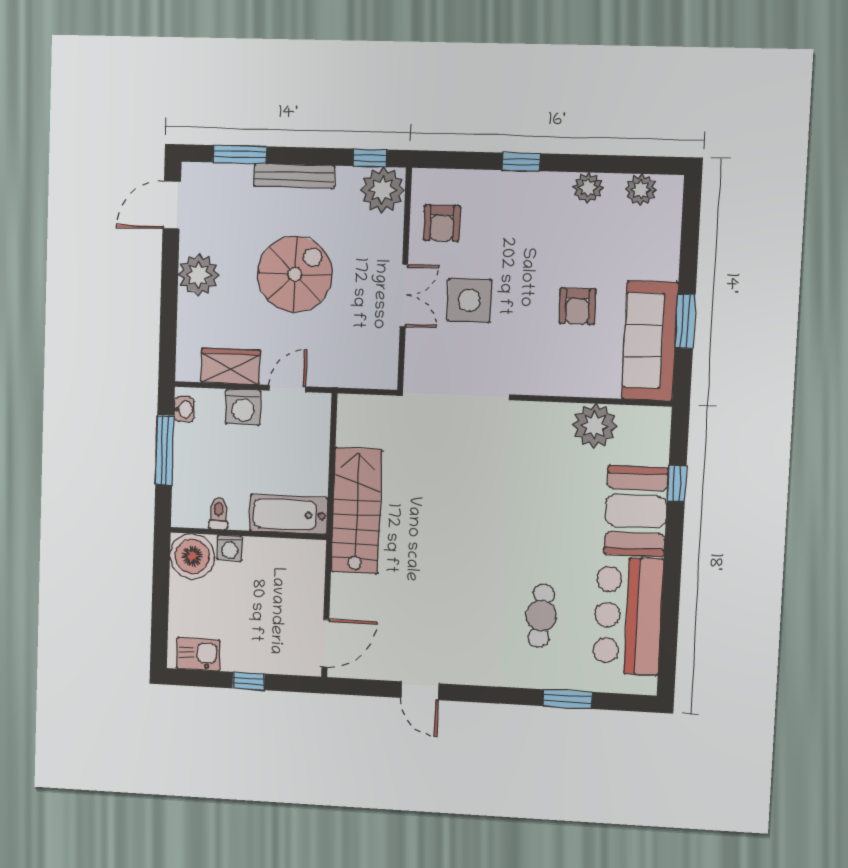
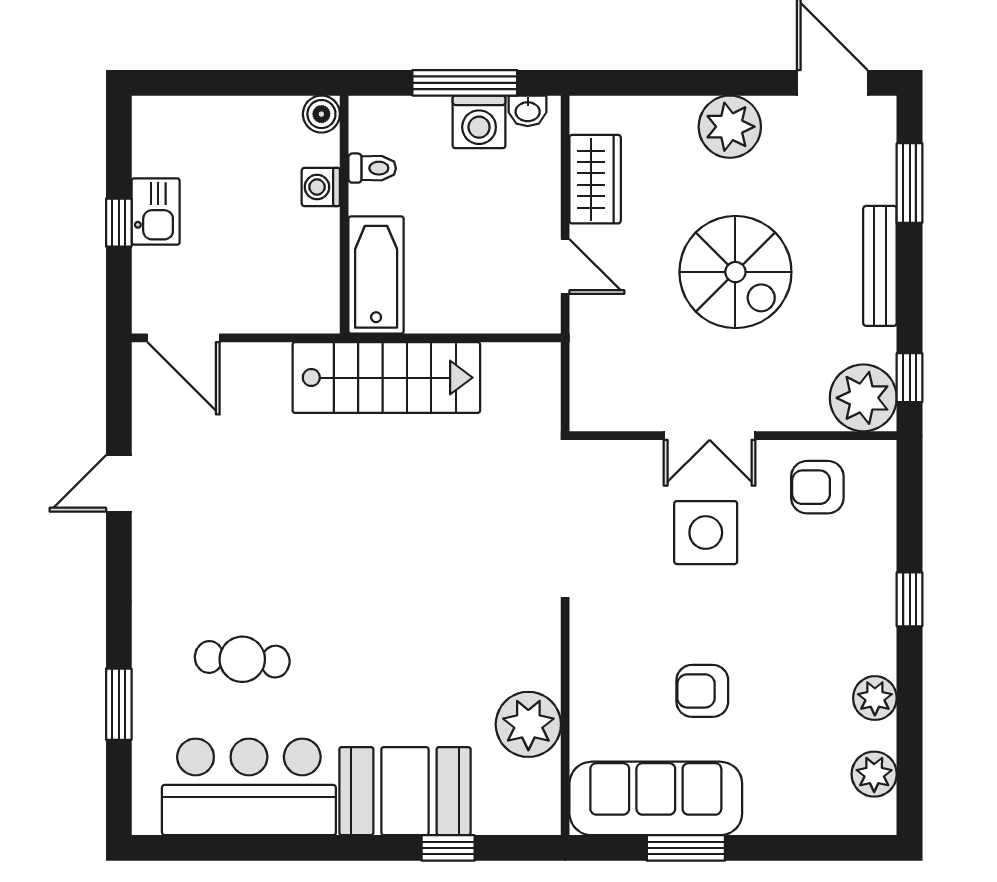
washing machine: (243, 407) -> (479, 122), moved, turned -90
boiler: (192, 556) -> (321, 114), width x0.54, depth x0.54
kitchen sink: (198, 654) -> (156, 212), moved

